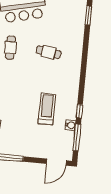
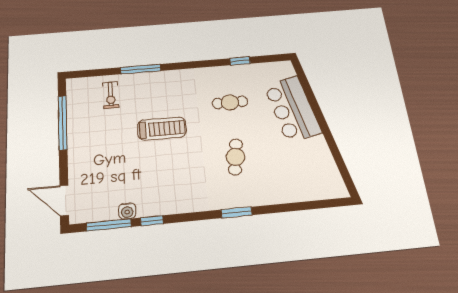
window: (88, 15) -> (237, 212), moved
treadmill: (47, 109) -> (162, 129), moved

